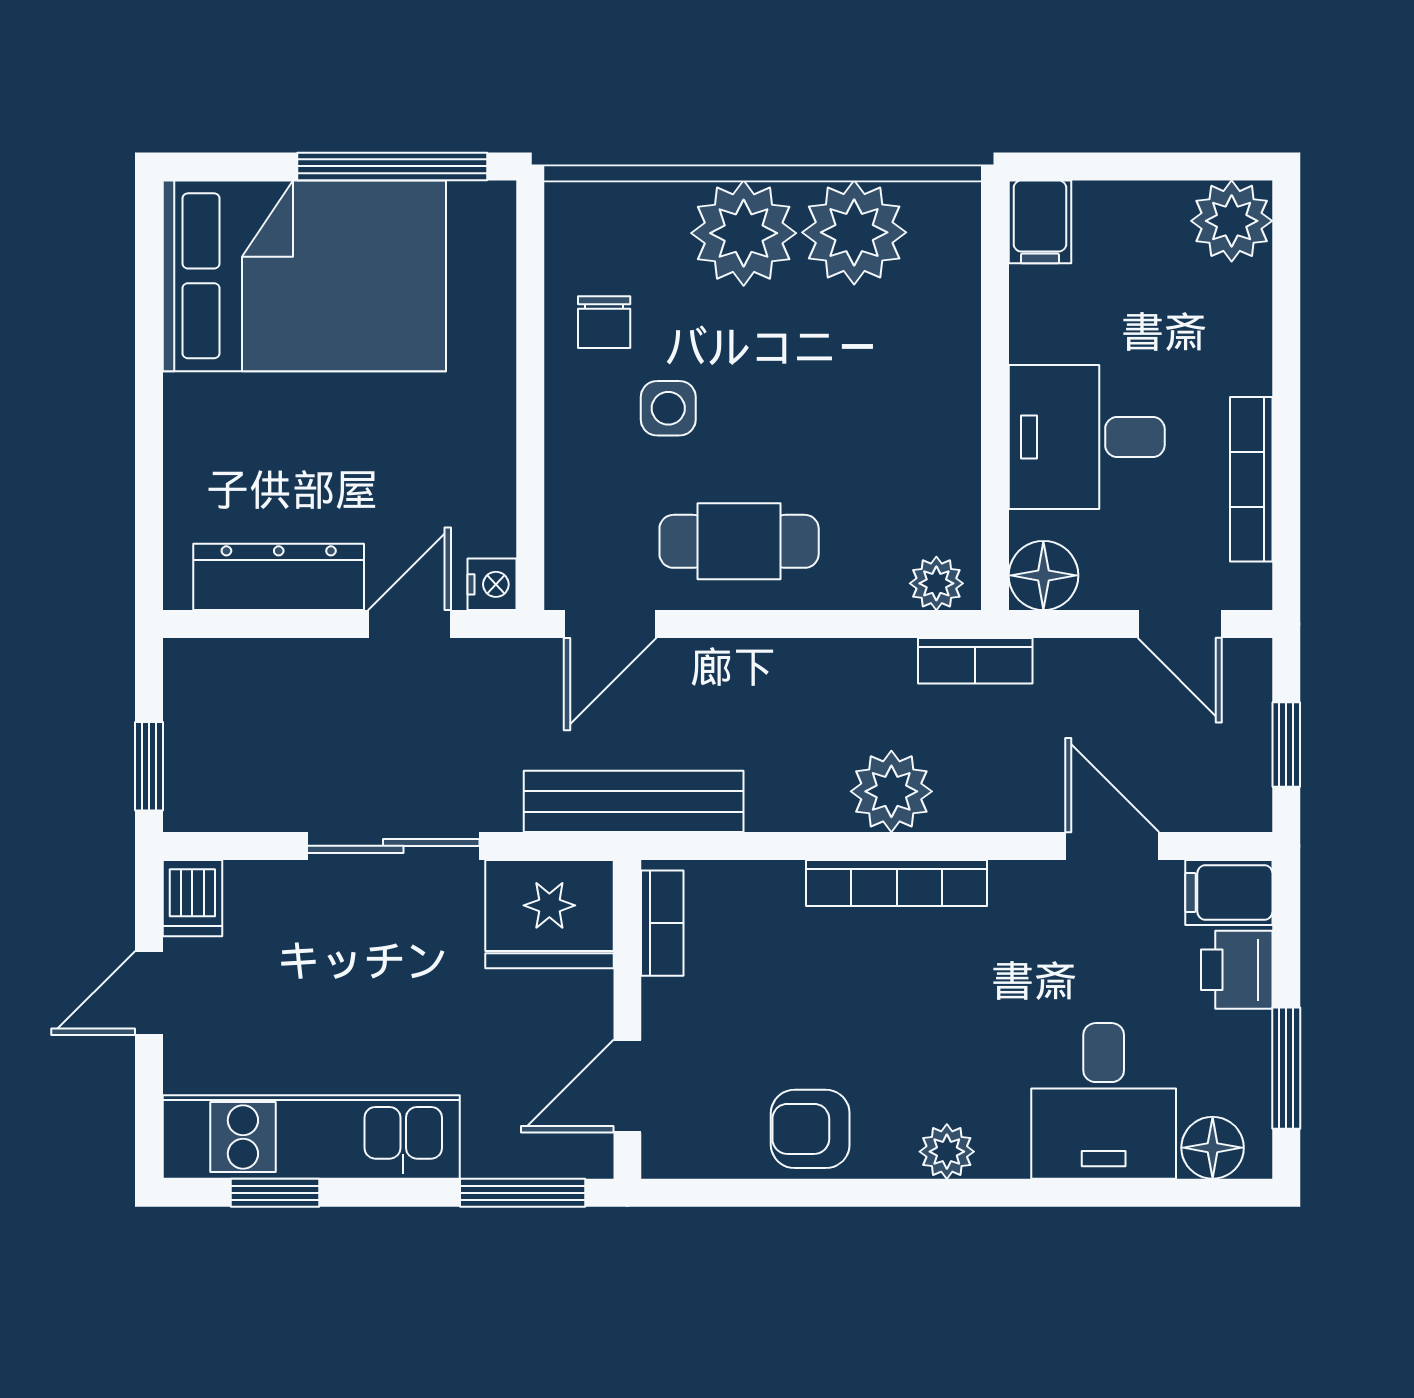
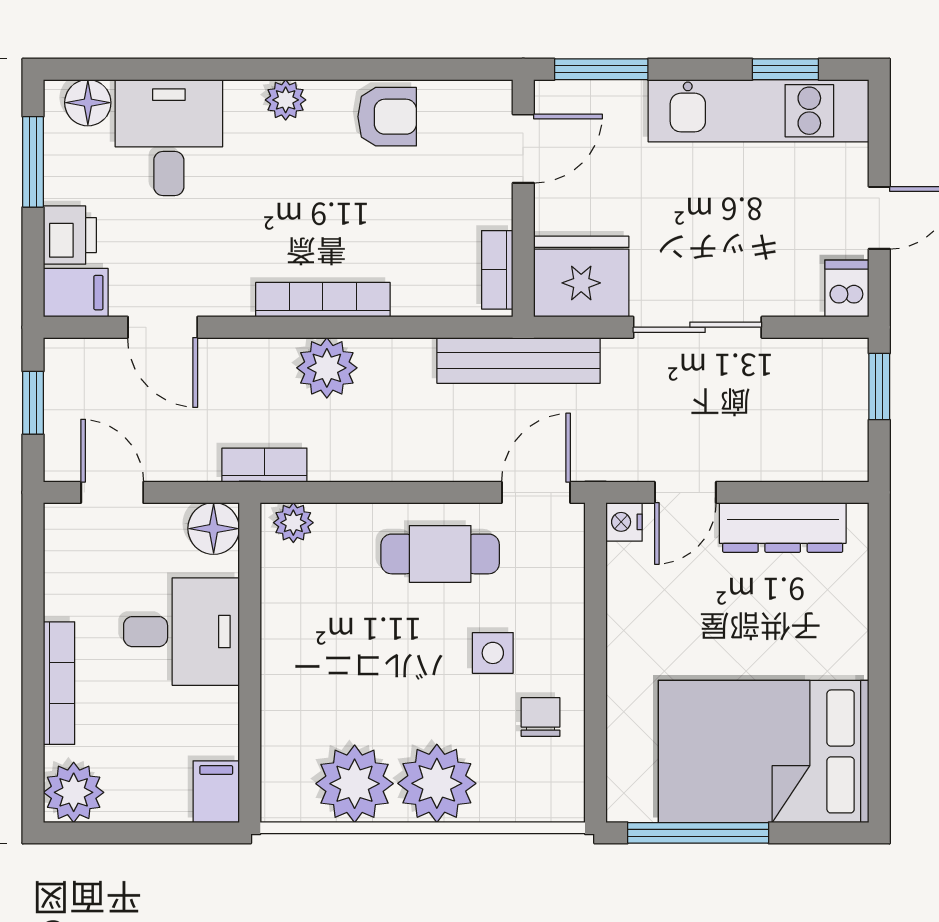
bookcase: (1251, 479) -> (59, 683), moved

